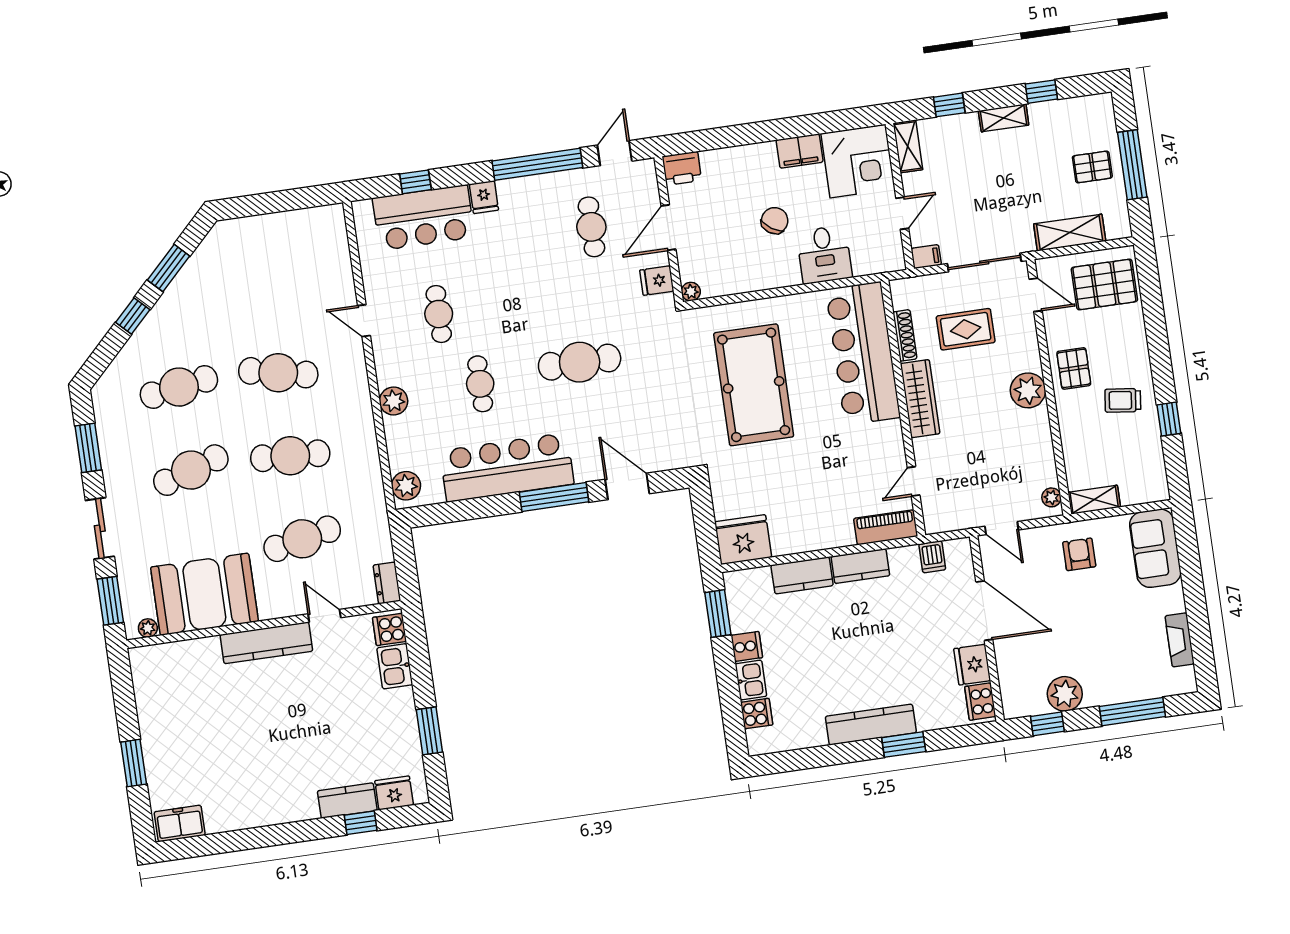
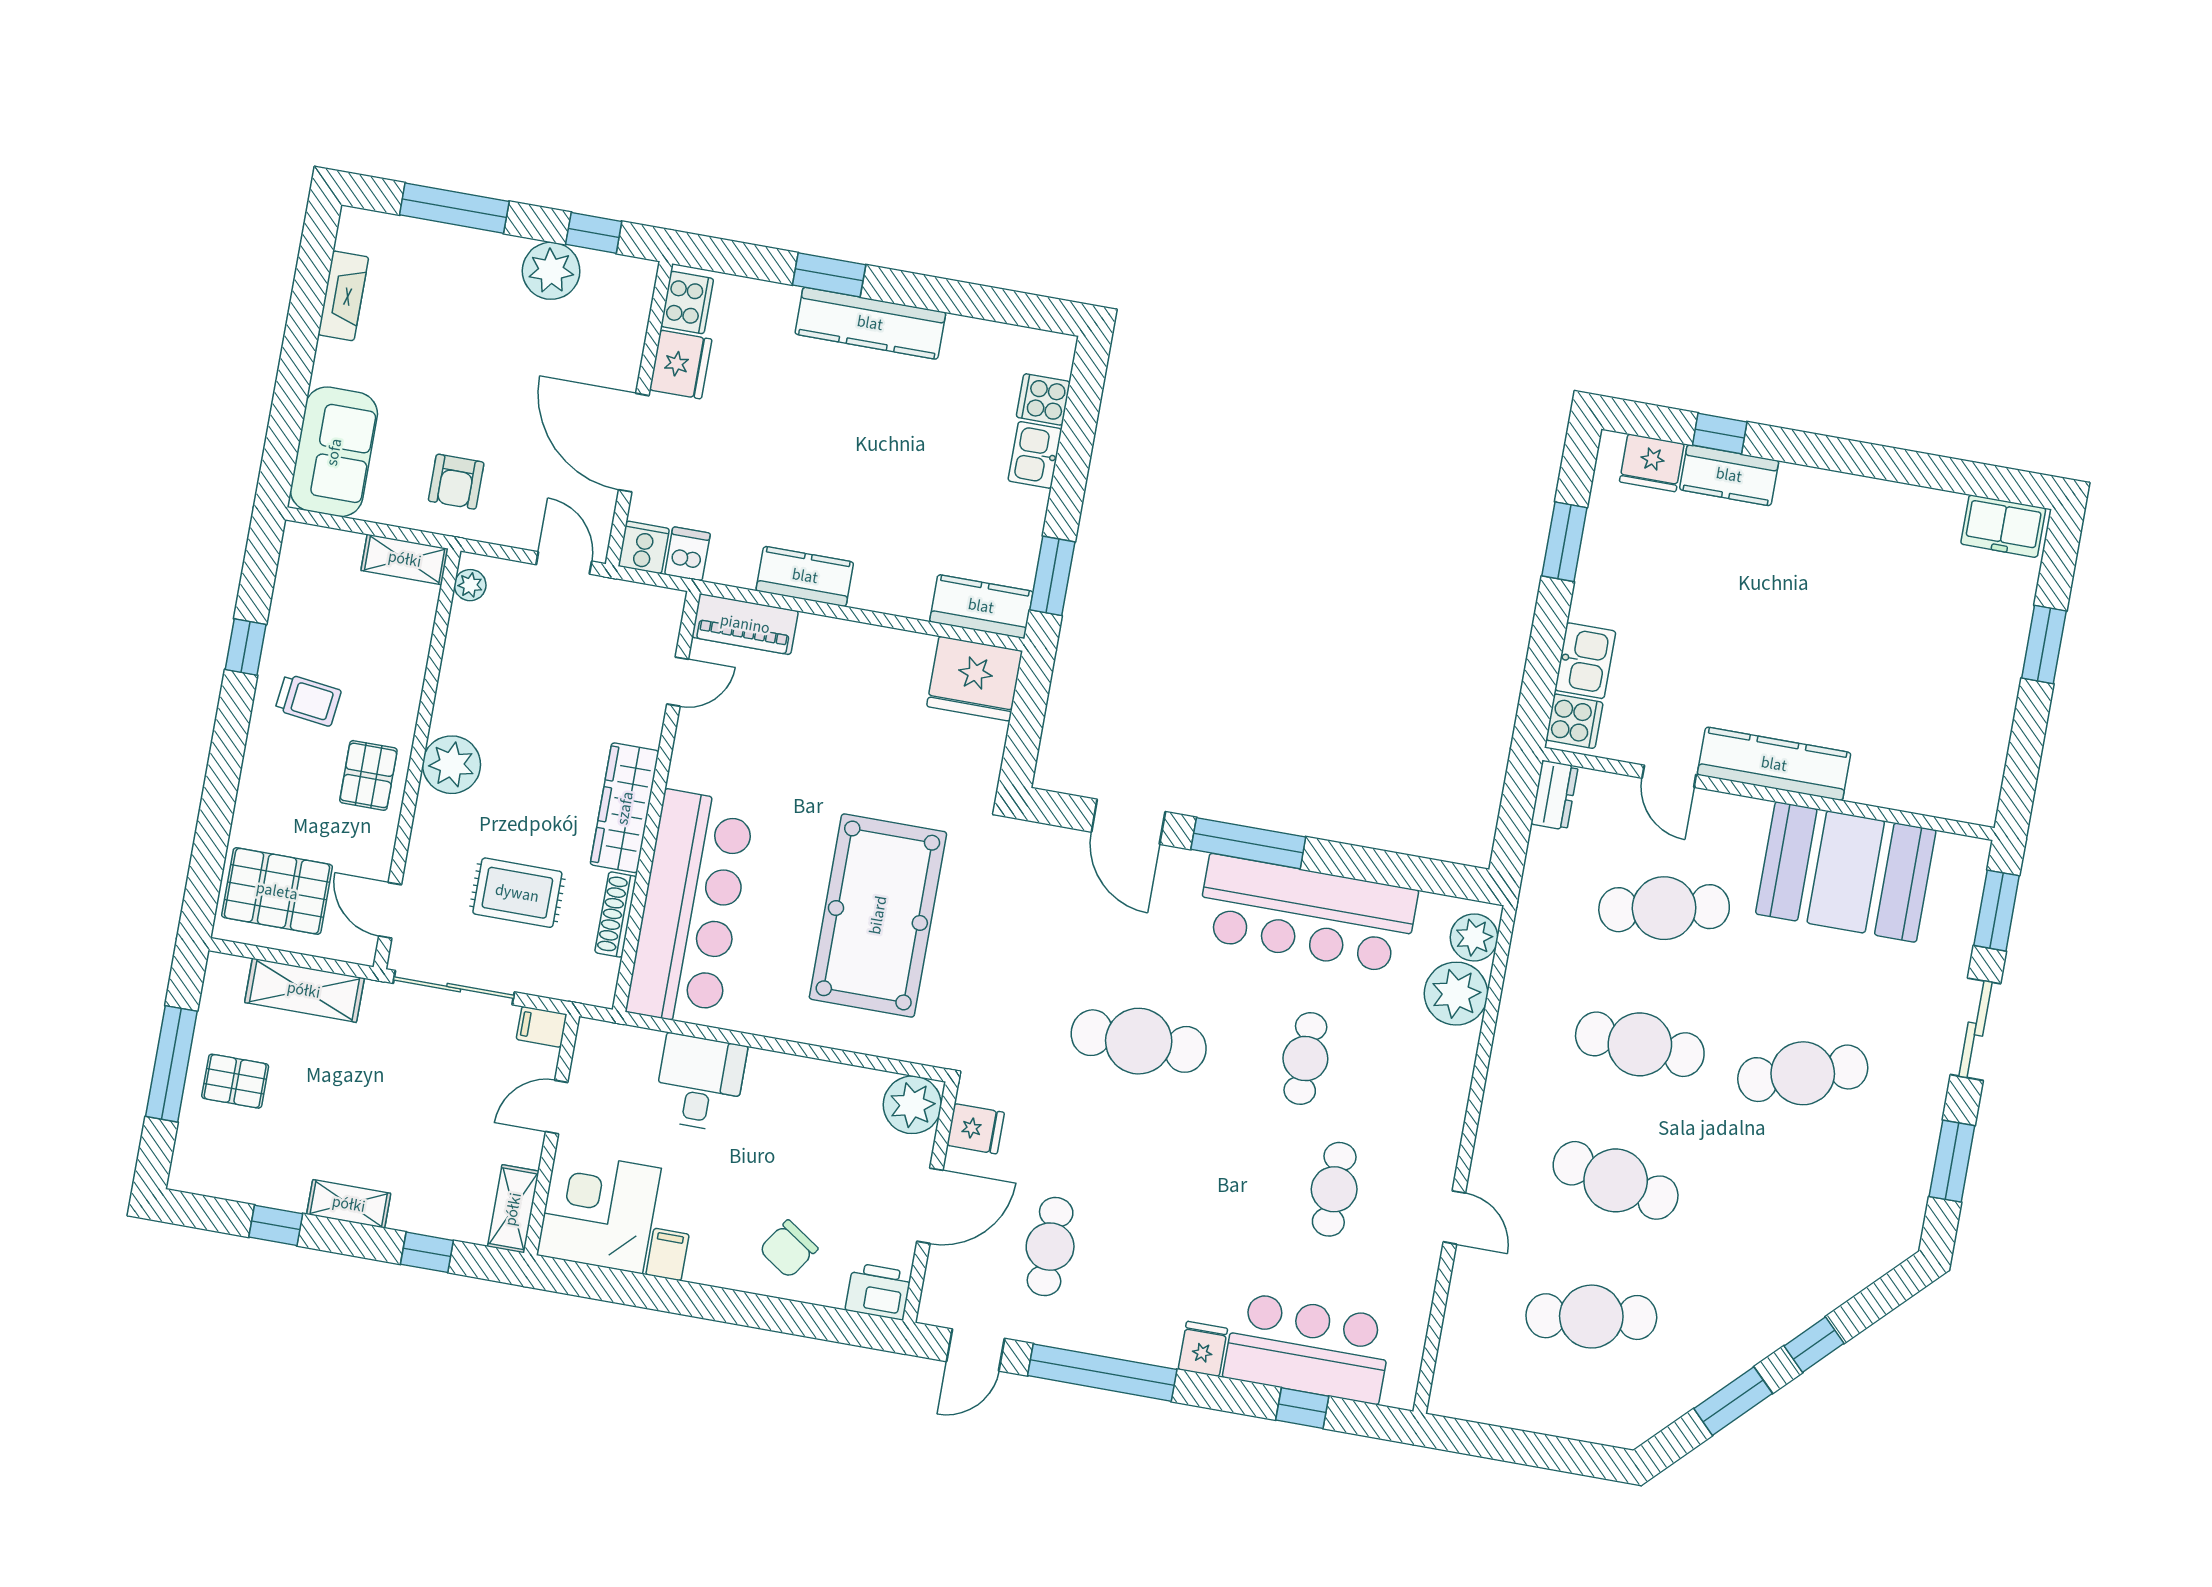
filing cabinet: (800, 151) -> (667, 1254), width x0.50
chair: (775, 221) -> (789, 1249), moved
plant: (691, 292) -> (912, 1105), width x1.88, depth x1.88
cafe table: (179, 387) -> (1591, 1317), moved
plant: (394, 401) -> (1456, 994), moved, width x1.36, depth x1.36
kitchen counter: (802, 575) -> (981, 606), moved
plant: (148, 628) -> (1952, 848), removed
cooker: (747, 646) -> (644, 547), moved, turned 90

